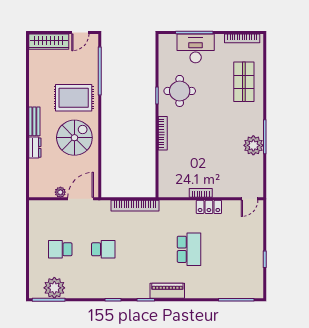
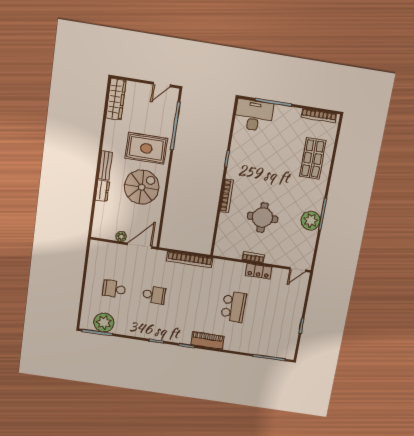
wardrobe: (49, 42) -> (116, 99), moved, turned -90
desk: (196, 48) -> (254, 115), moved
round table: (180, 91) -> (262, 217), moved

